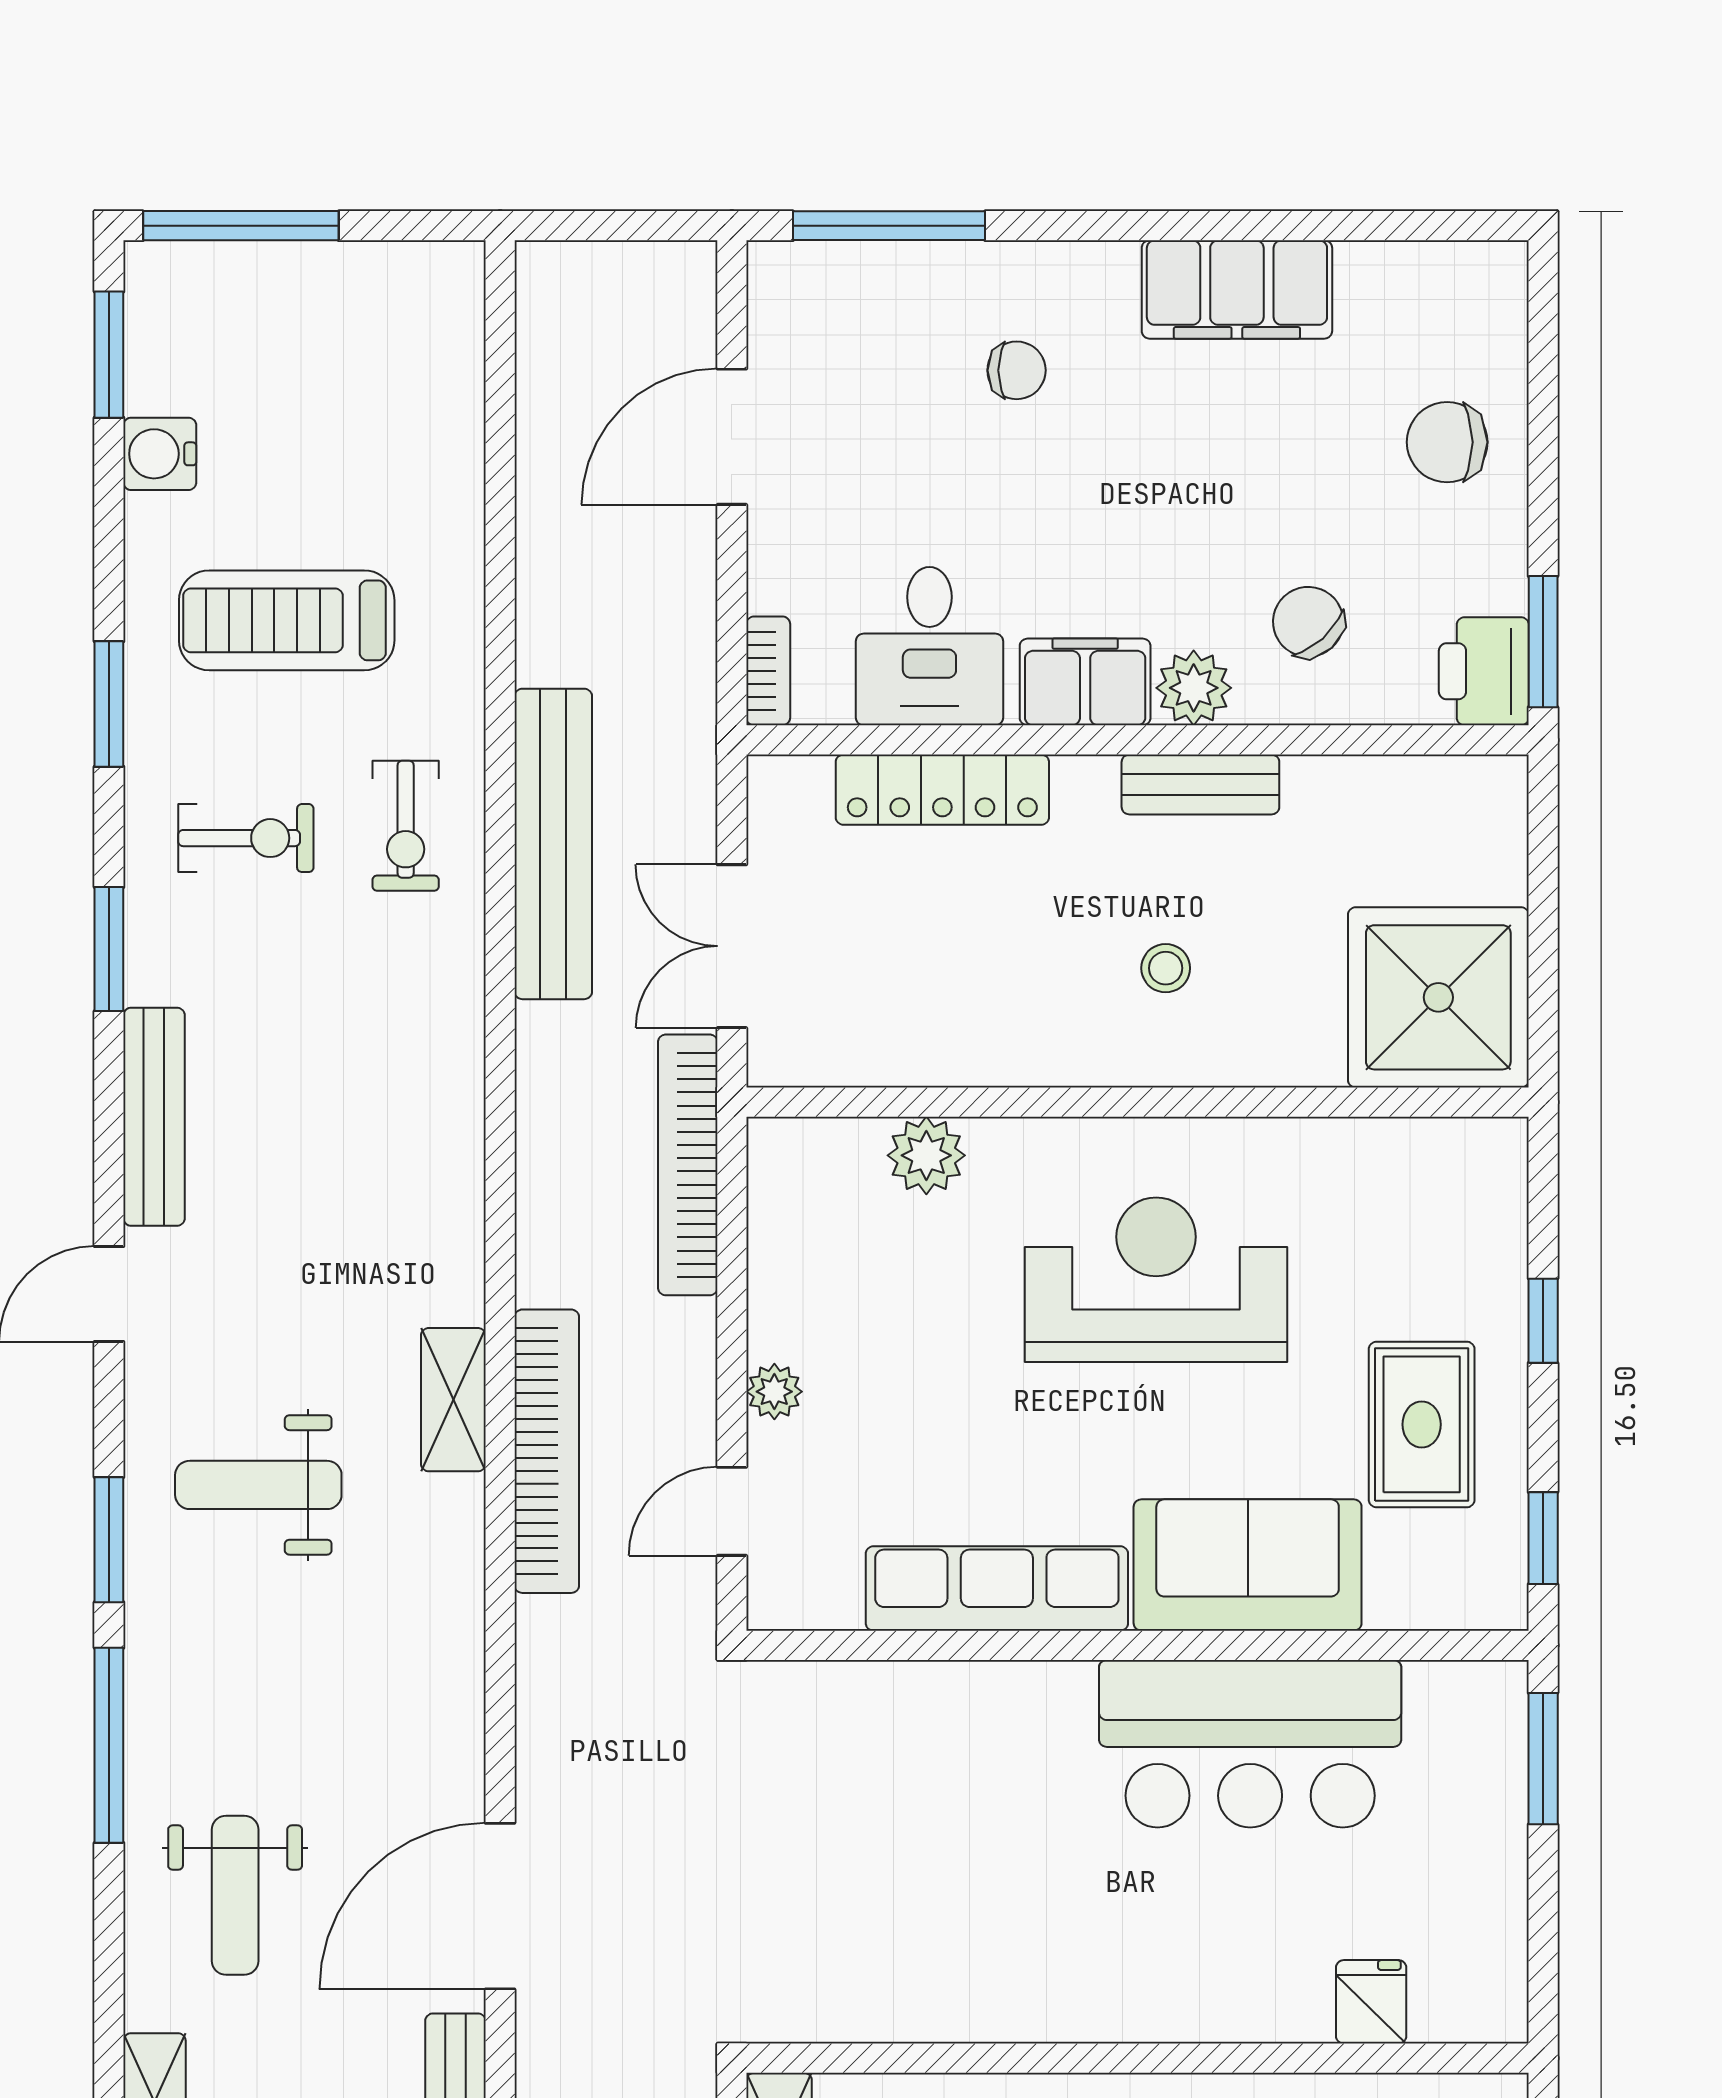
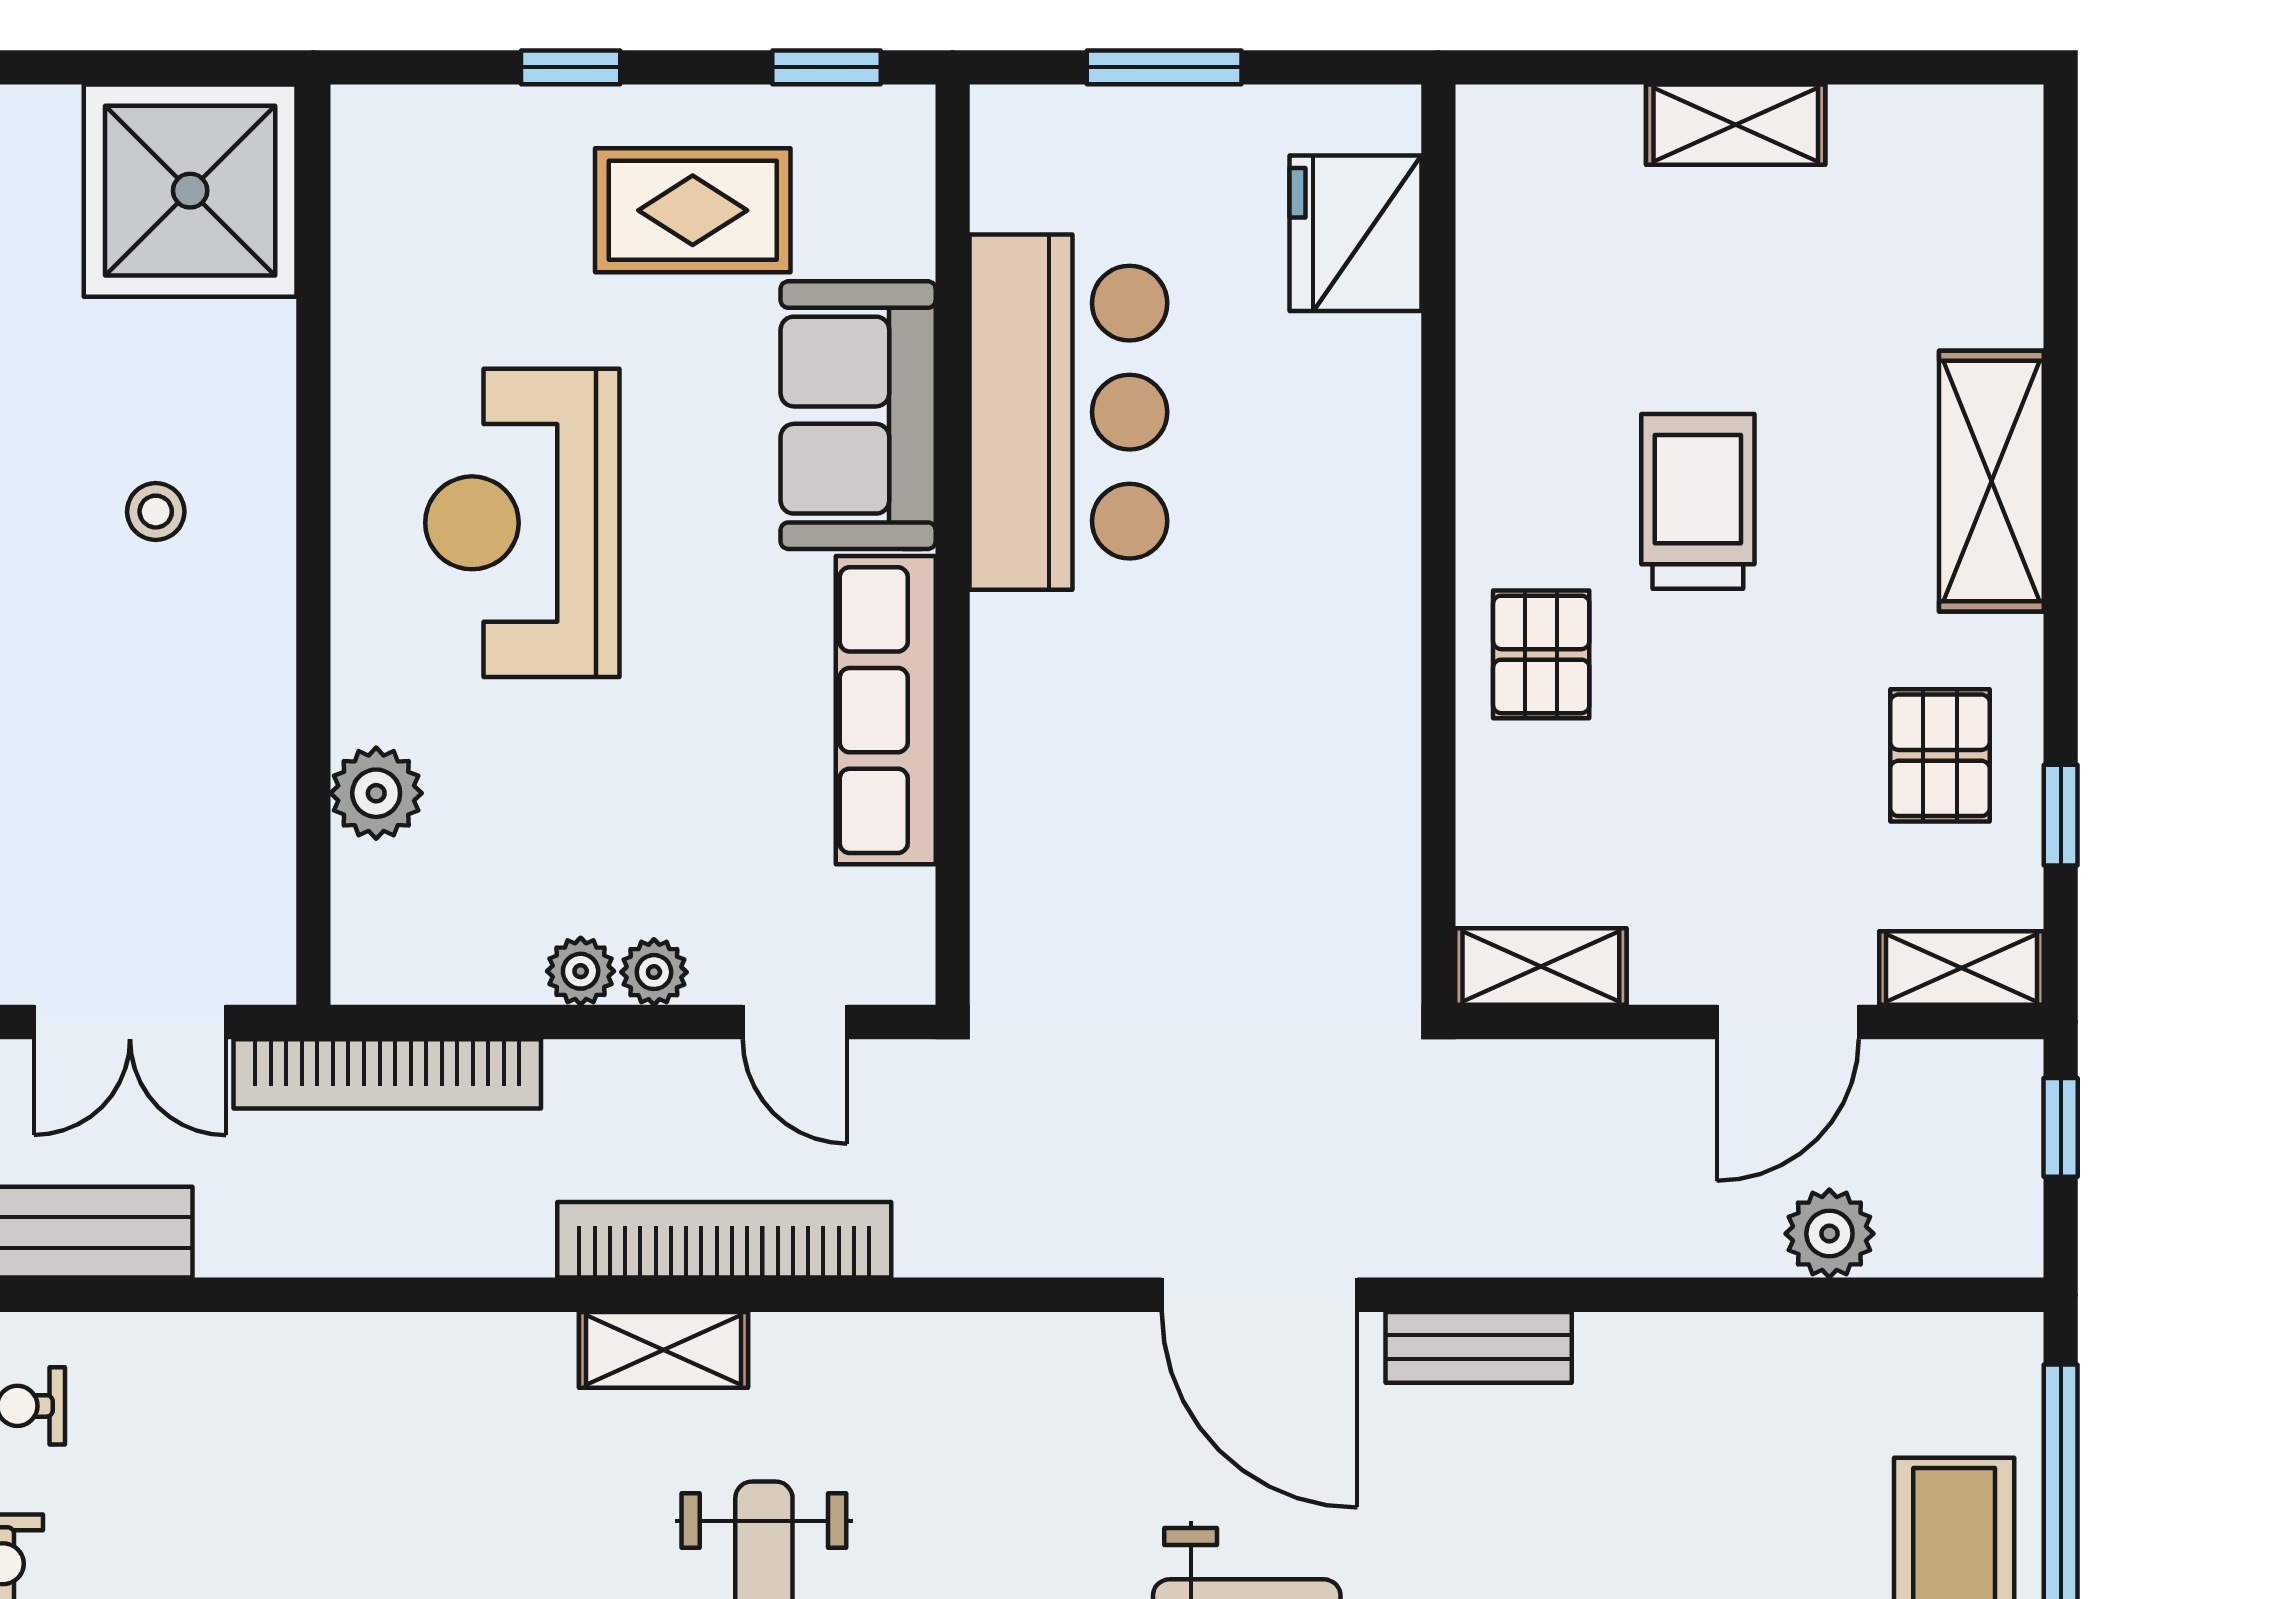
plant: (775, 1329) -> (581, 971), added
window: (1543, 1759) -> (1164, 67), moved
fridge: (1371, 2002) -> (1355, 233), width x1.88, depth x1.34

